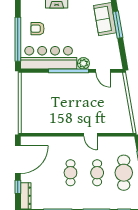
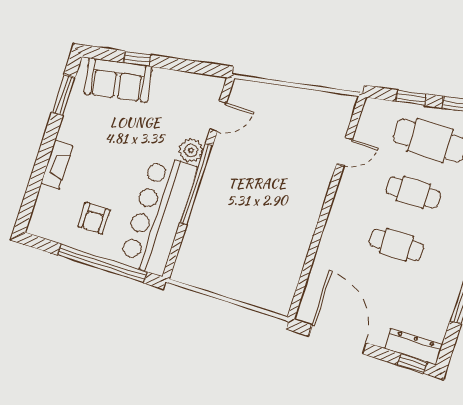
window: (118, 25) -> (137, 59), width x0.46
door: (91, 135) -> (345, 152), moved
window: (18, 187) -> (412, 364), moved

